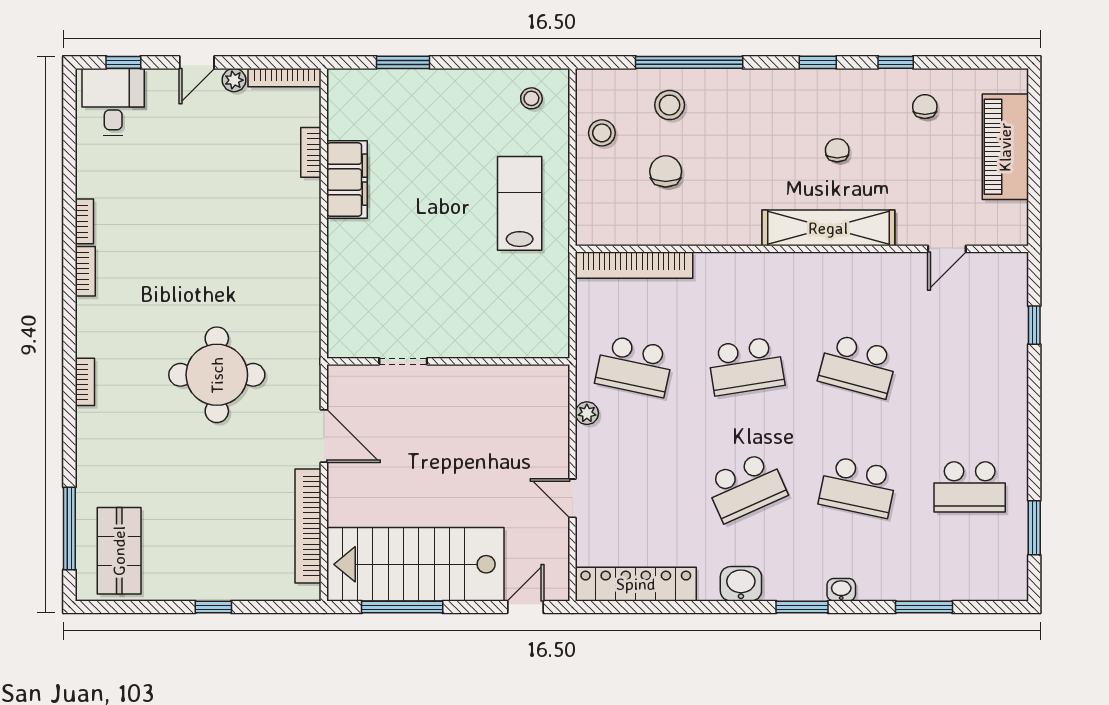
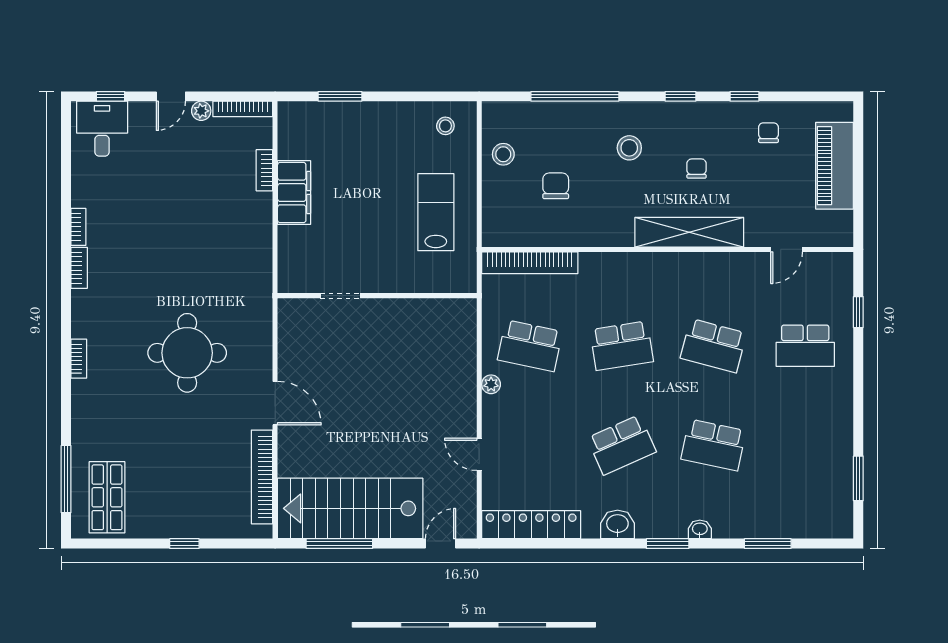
stool: (670, 105) -> (629, 148), moved
doorway: (403, 361) -> (340, 296), moved
wall: (448, 361) -> (377, 296), moved
school desk: (970, 487) -> (805, 346), moved

